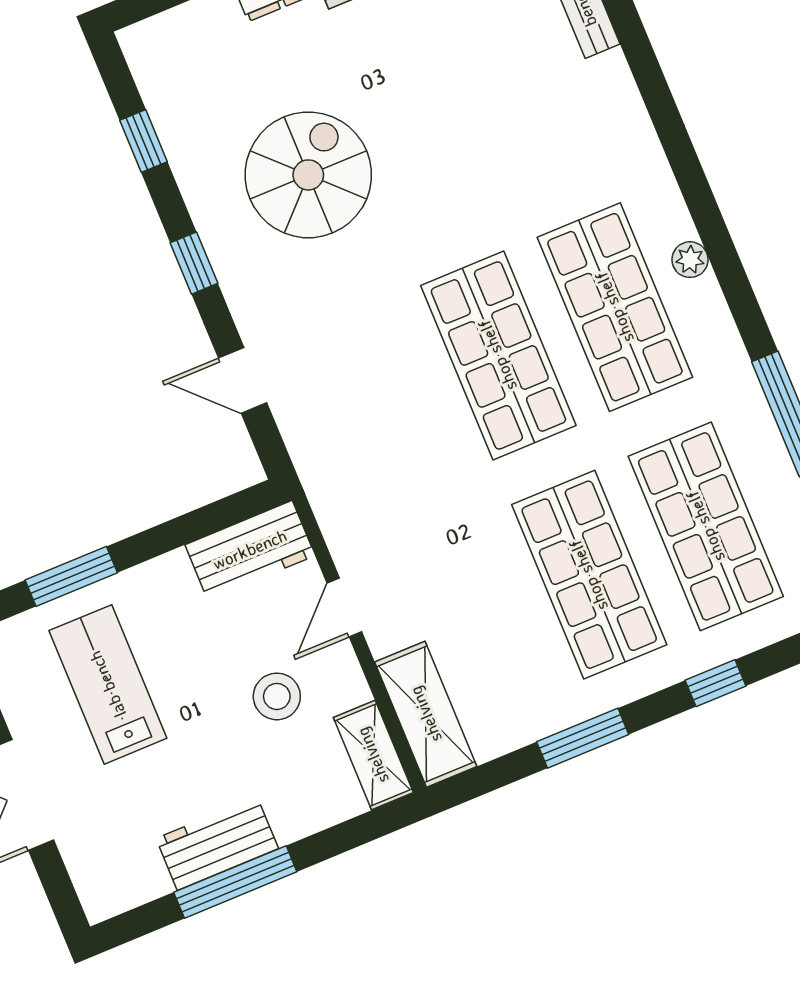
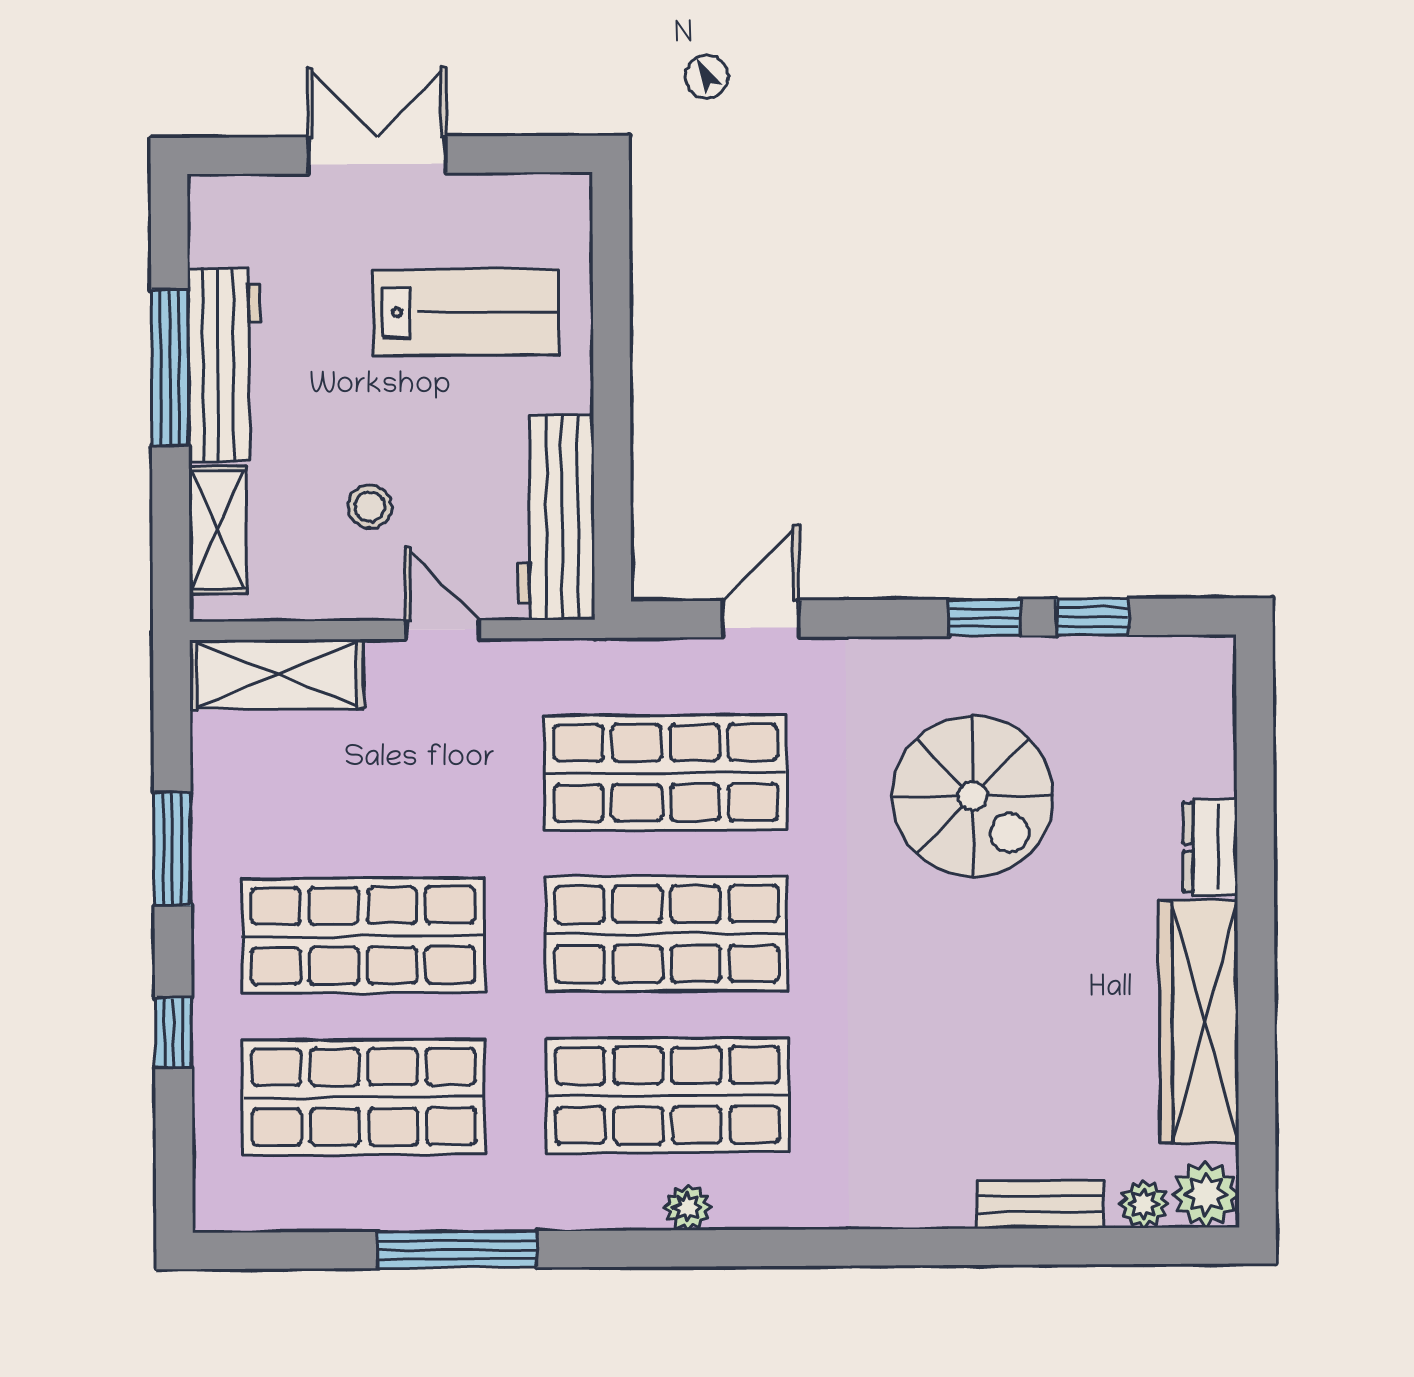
window: (194, 263) -> (984, 618), moved
shop shelf: (382, 404) -> (666, 773), added
workbench: (250, 550) -> (556, 518), width x1.38
window: (71, 576) -> (611, 321), removed
stool: (277, 696) -> (370, 507), width x0.73, depth x0.73
shelving: (373, 755) -> (218, 530), moved, turned 90
workbench: (217, 844) -> (224, 365), width x1.38

